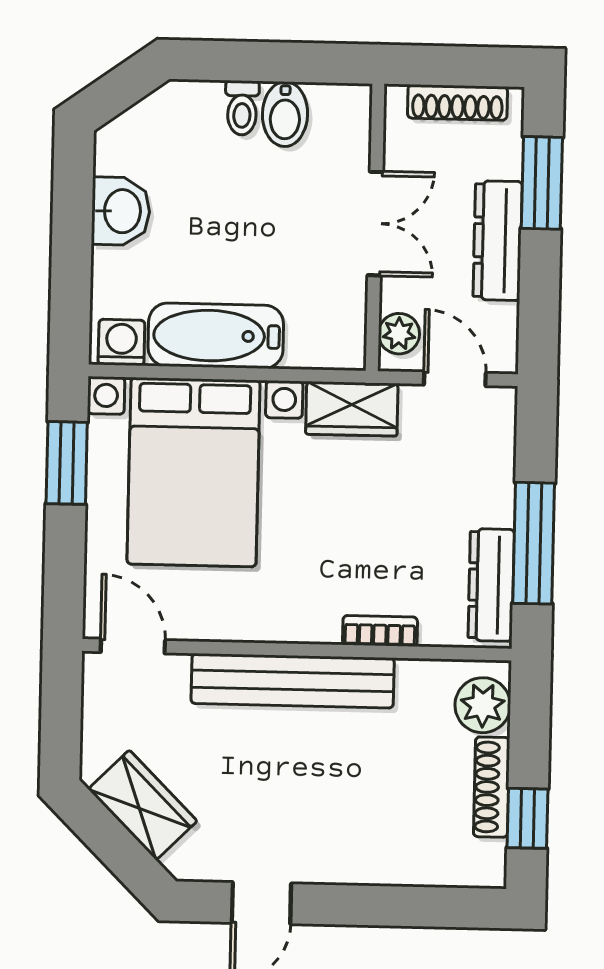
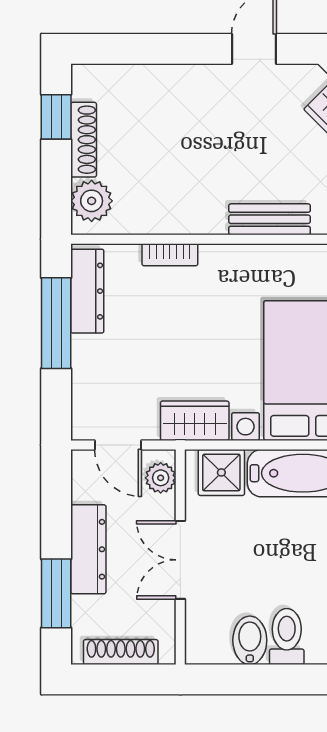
toilet: (242, 108) -> (287, 637), width x1.37, depth x1.39
shower: (318, 339) -> (221, 472), added
bench: (293, 681) -> (270, 219), width x0.54, depth x0.82

